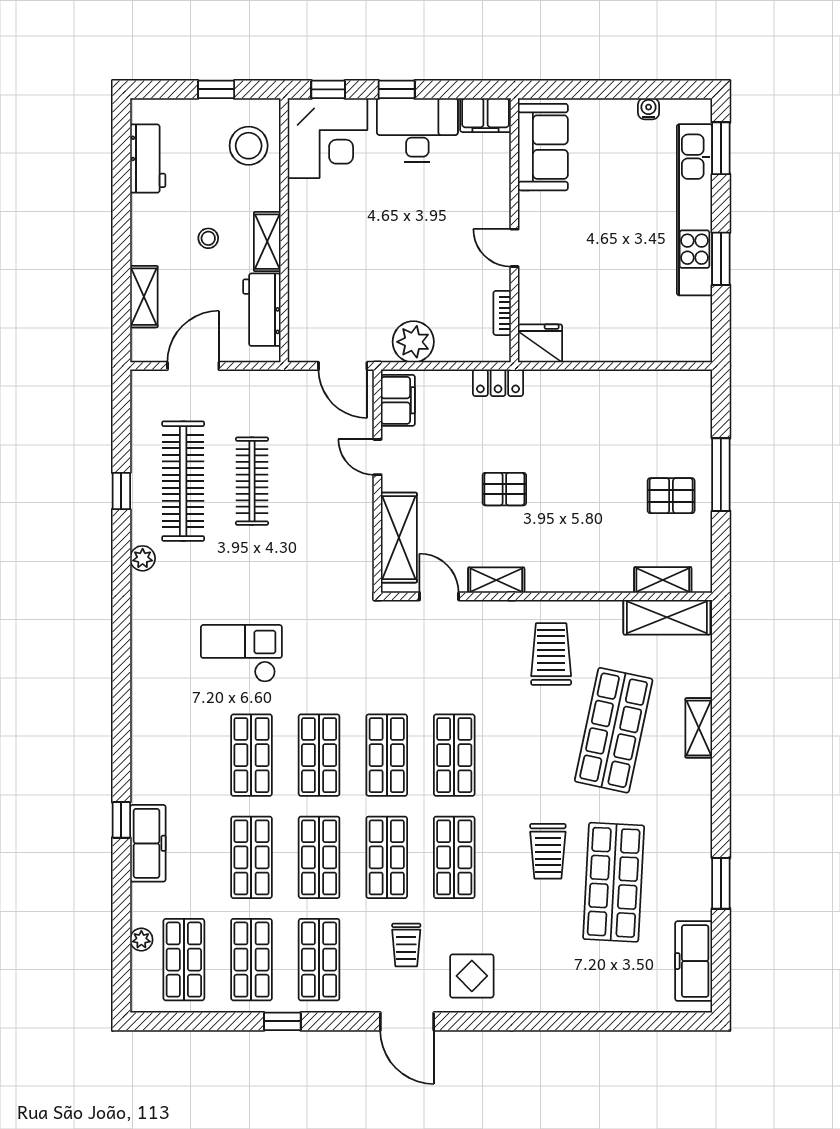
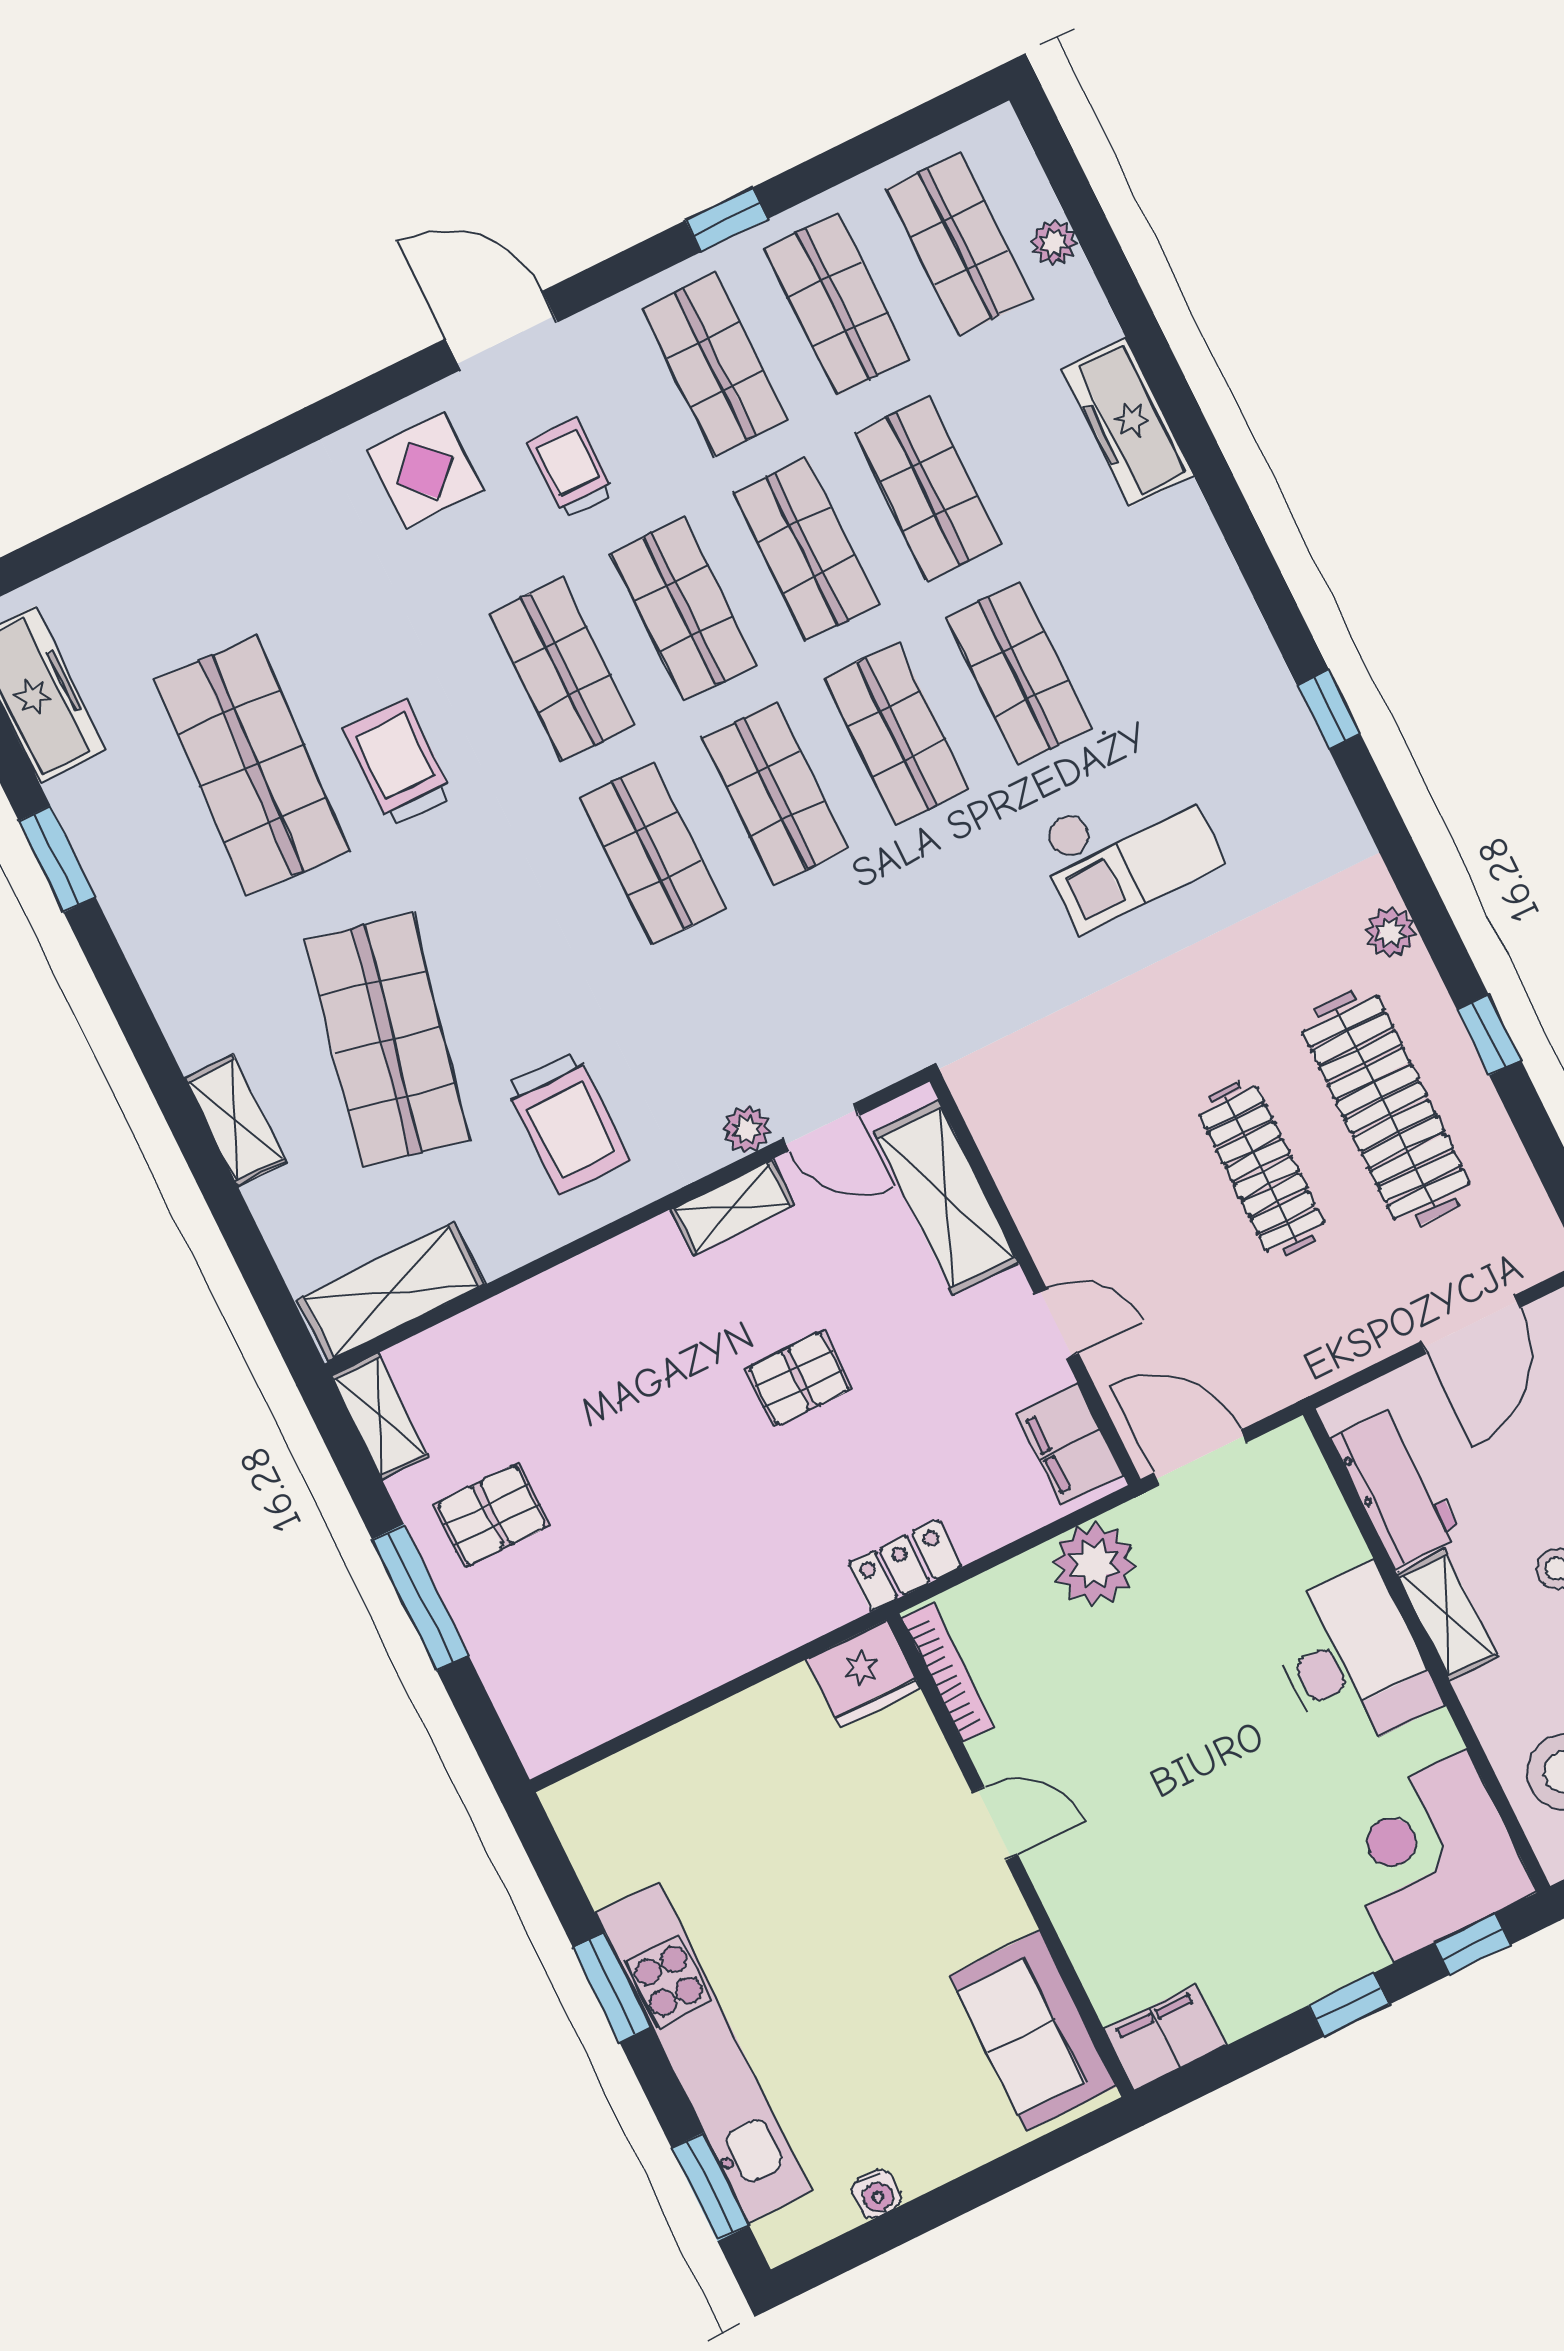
desk: (417, 130) -> (1352, 1660), moved, turned -90
bookcase: (502, 313) -> (948, 1673), width x1.56
shelving: (663, 580) -> (380, 1416), moved, turned 90
plant: (473, 612) -> (747, 1129), added
window: (121, 820) -> (1329, 710), moved

